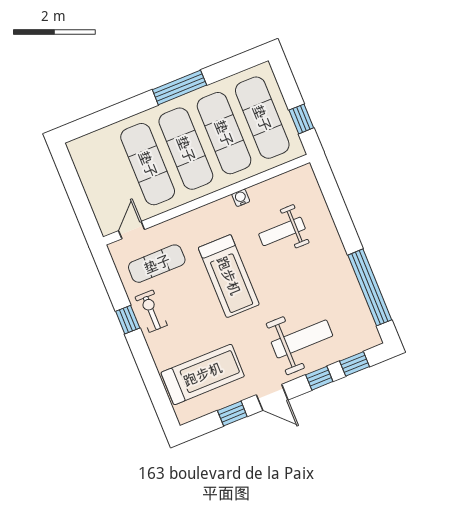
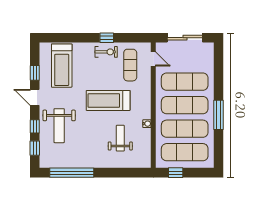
sliding door: (76, 193) -> (185, 38), added
door: (272, 397) -> (35, 97), hinge flipped

